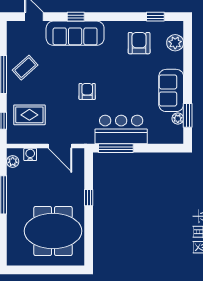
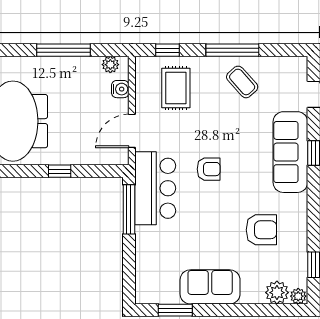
armchair: (139, 43) -> (261, 230), moved
plant: (178, 119) -> (298, 296), moved
bar counter: (121, 130) -> (155, 188), moved

